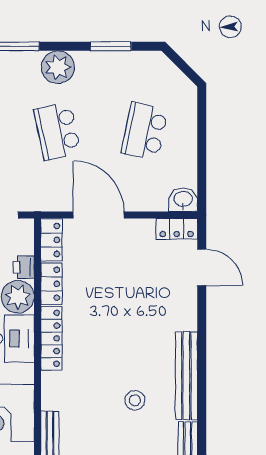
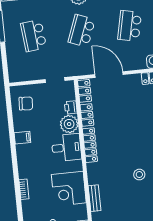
school desk: (57, 131) -> (82, 31), turned 33

